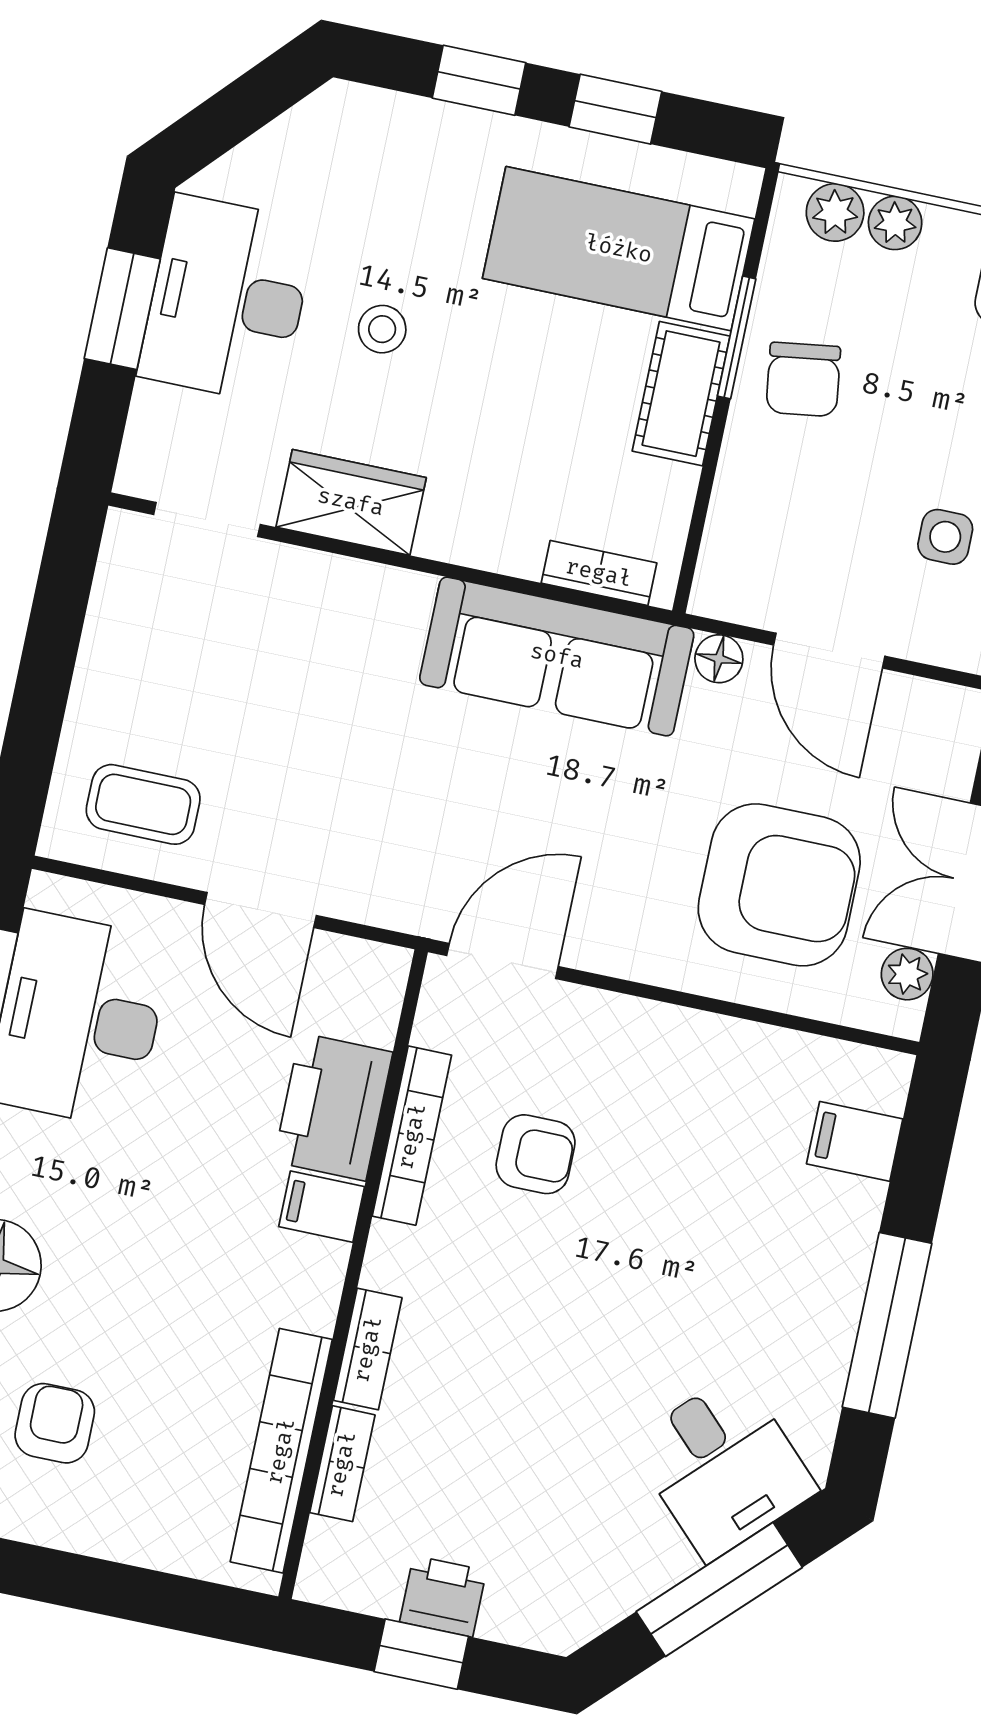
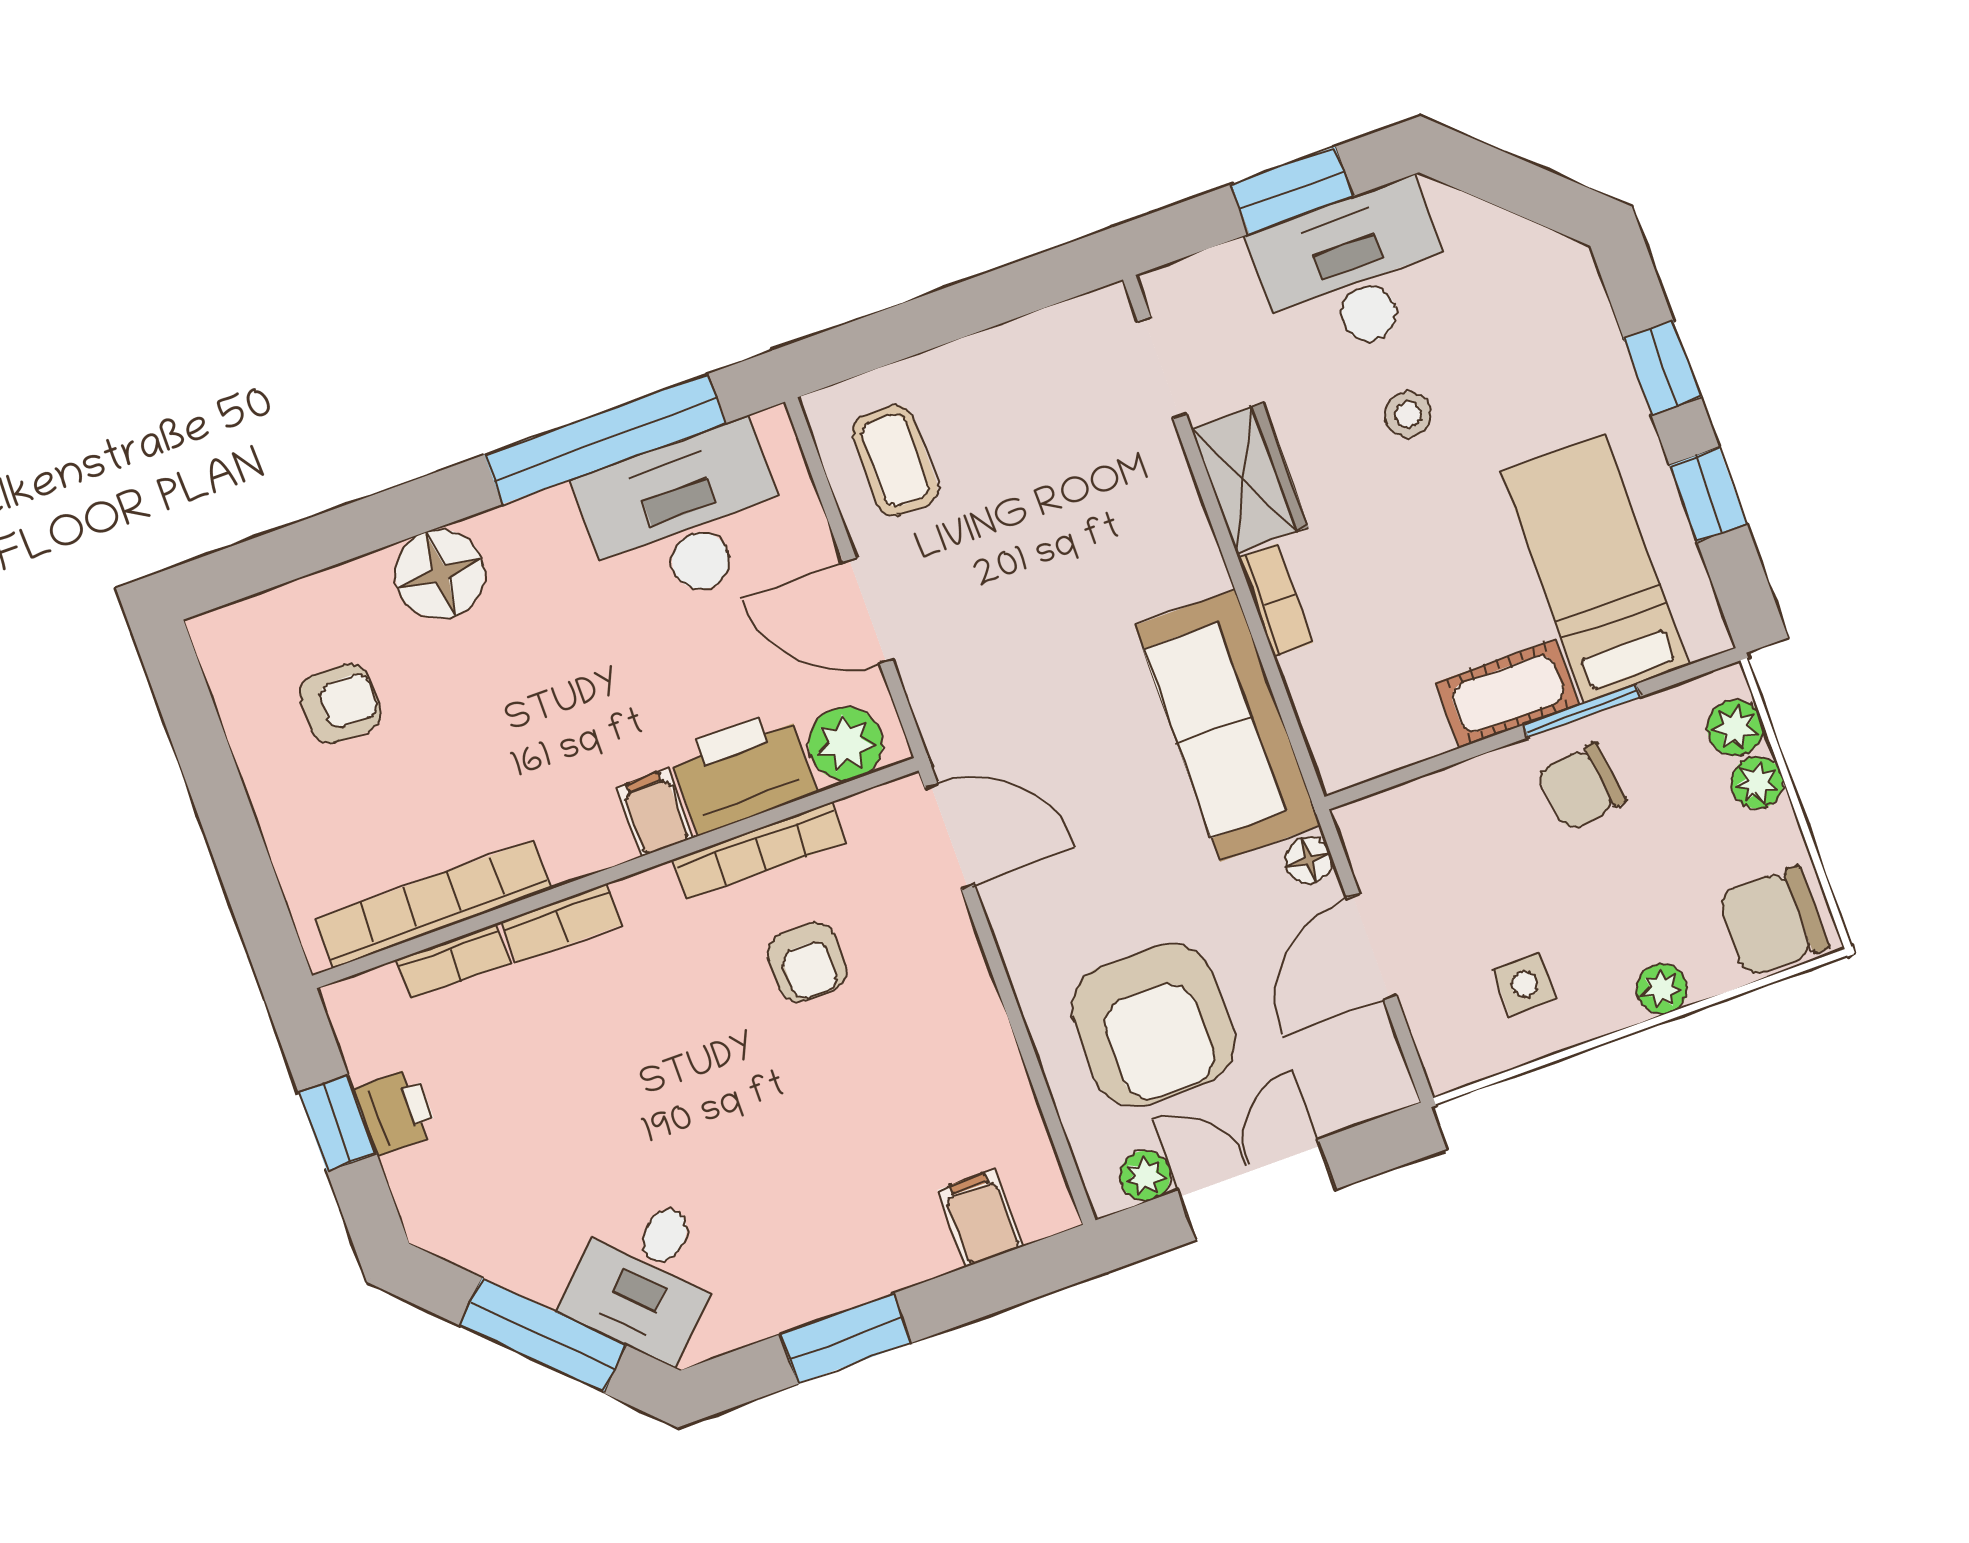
bookcase: (599, 573) -> (1276, 600), moved
door: (260, 910) -> (868, 611), hinge flipped
plant: (365, 1002) -> (845, 744), added
window: (887, 1325) -> (846, 1339), width x0.69

